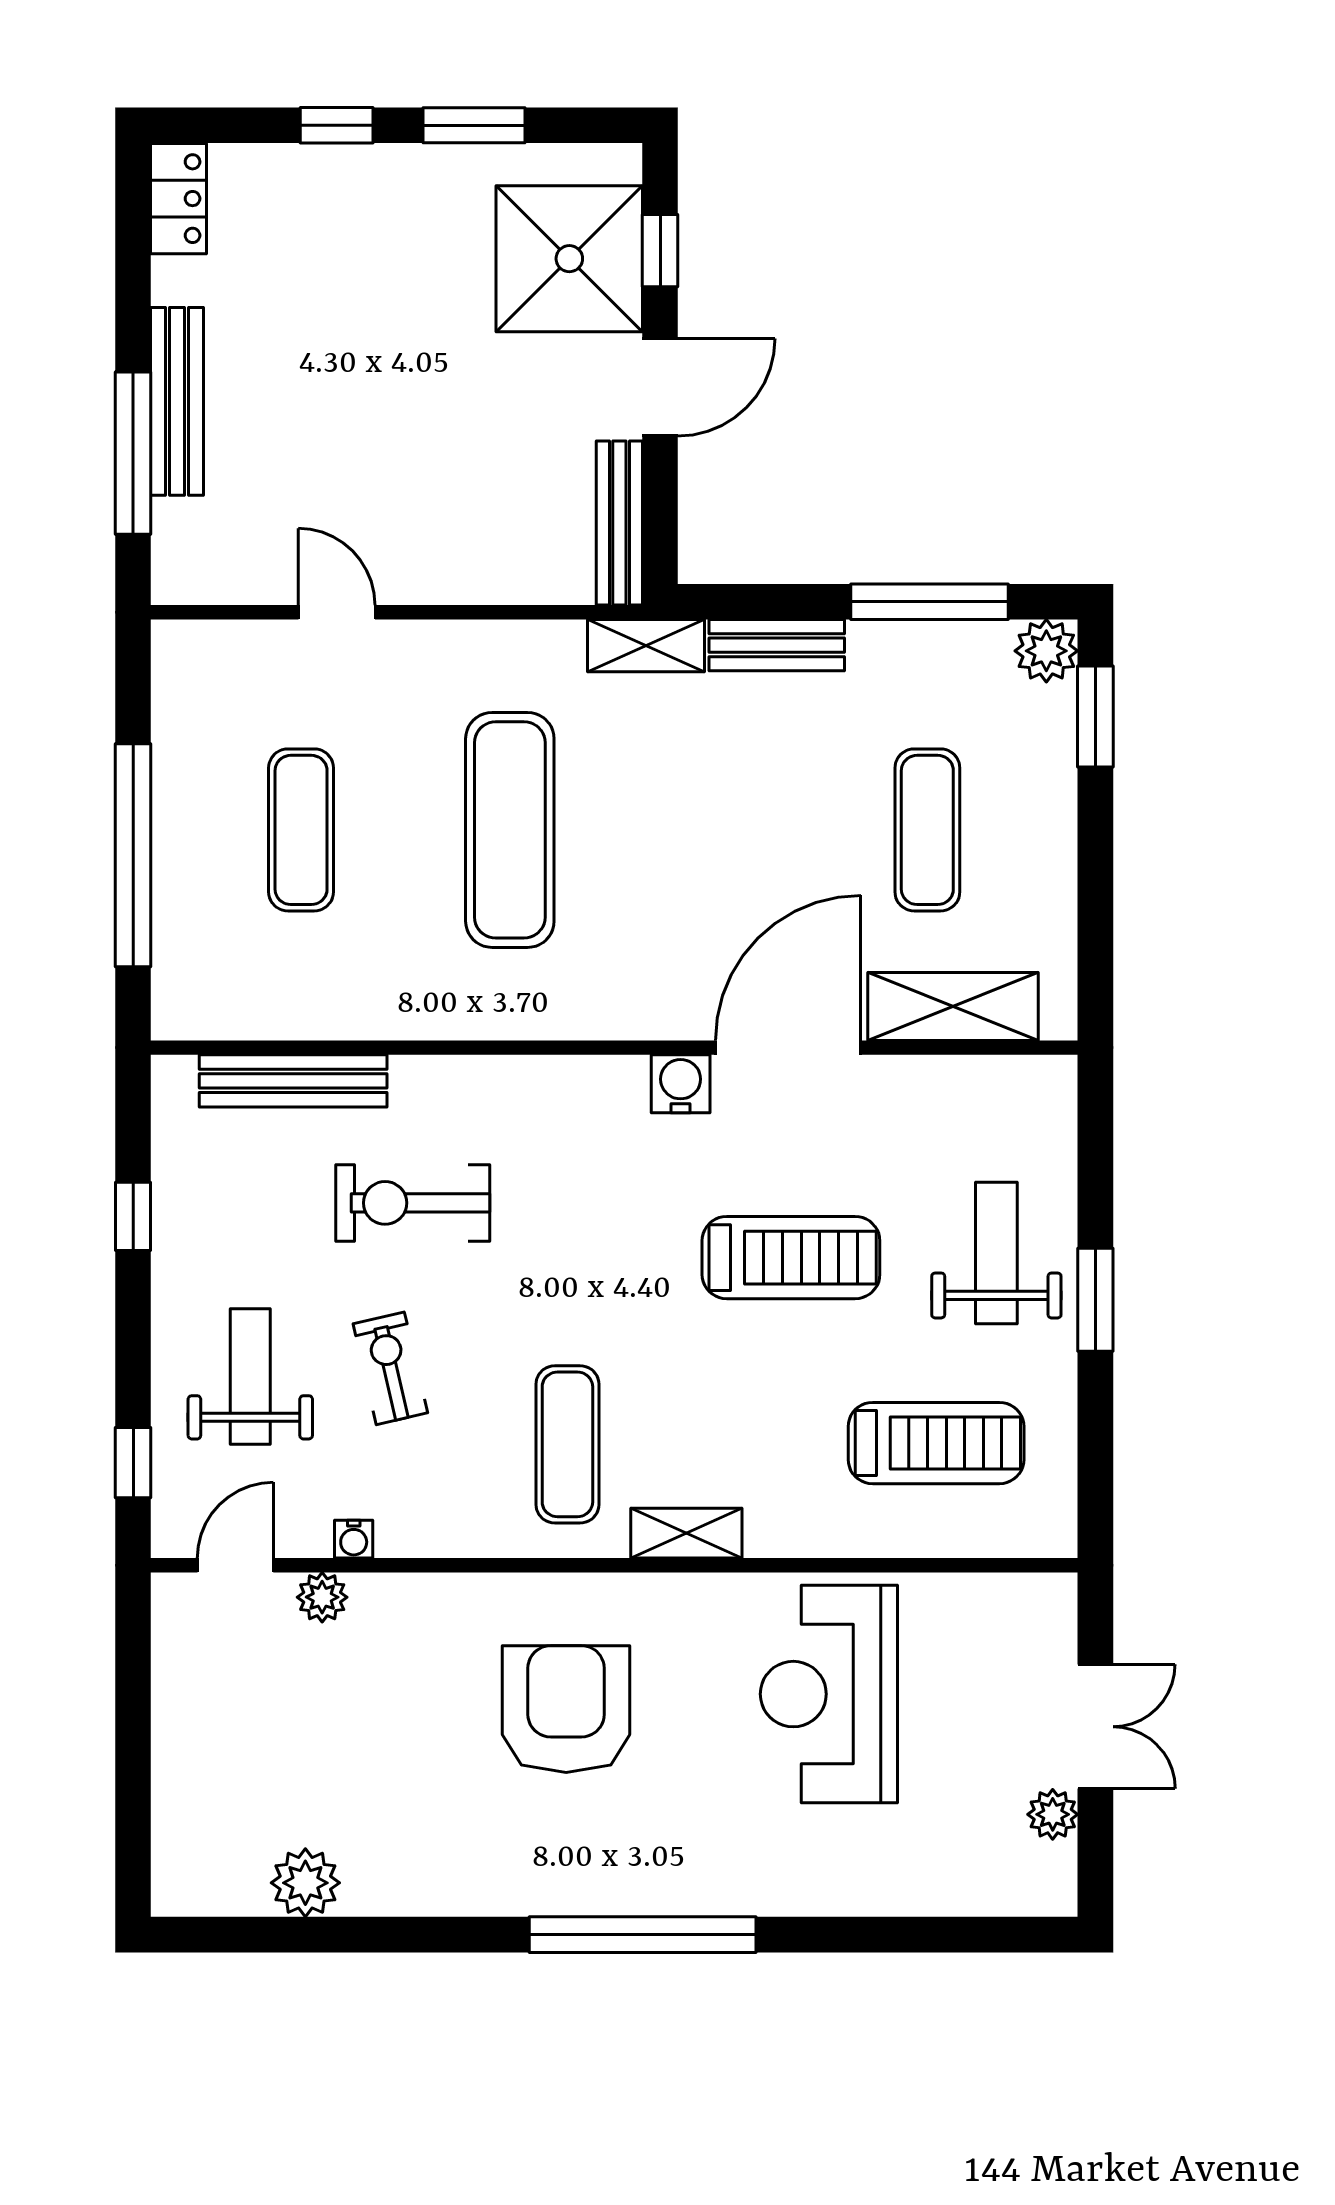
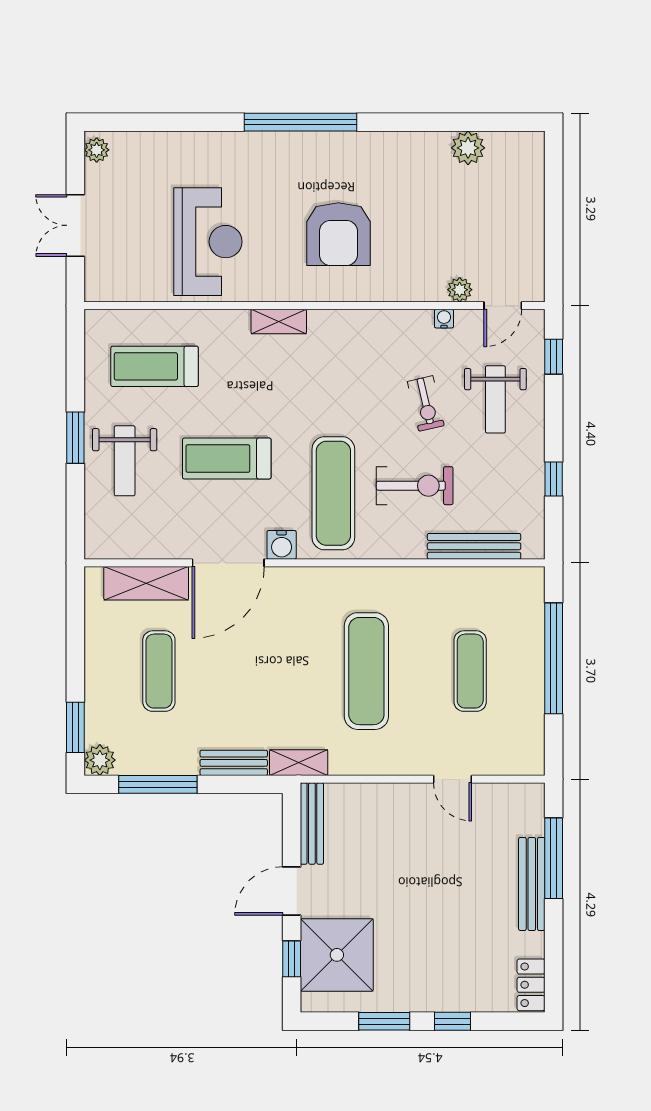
exercise mat: (567, 1444) -> (333, 493), moved, width x1.36, depth x1.45
plant: (1053, 1814) -> (97, 150), moved

